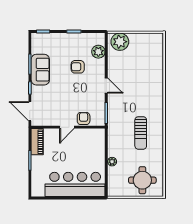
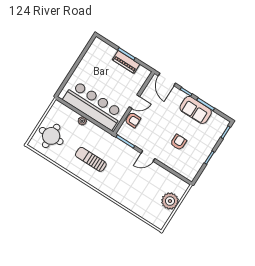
plant: (120, 42) -> (170, 201), moved
plant: (98, 52) -> (180, 167), removed
door: (30, 111) -> (167, 80), swing flipped
door: (67, 127) -> (134, 102), swing flipped
piano: (37, 142) -> (126, 62), moved
bar counter: (75, 184) -> (93, 105), moved, turned -90

